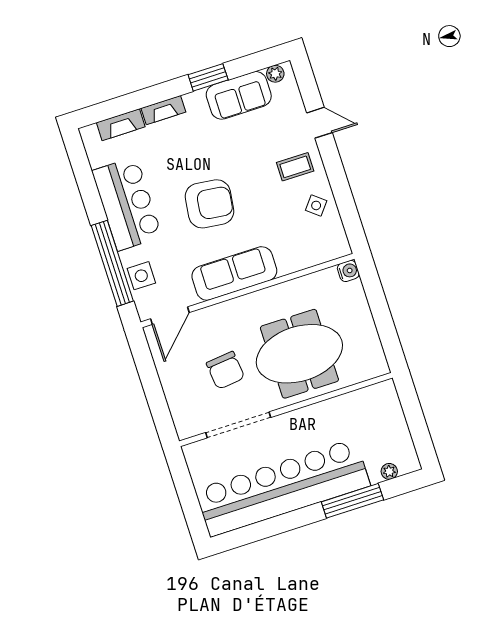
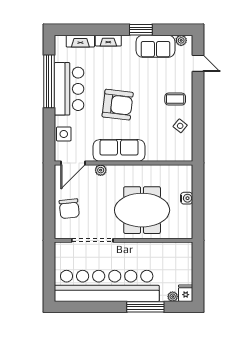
door: (320, 123) -> (198, 63), moved
window: (112, 263) -> (49, 81), moved
water cooler: (348, 271) -> (187, 198), moved
plant: (216, 313) -> (101, 170), added
chair: (225, 370) -> (69, 209), moved
fridge: (408, 460) -> (186, 293), added

